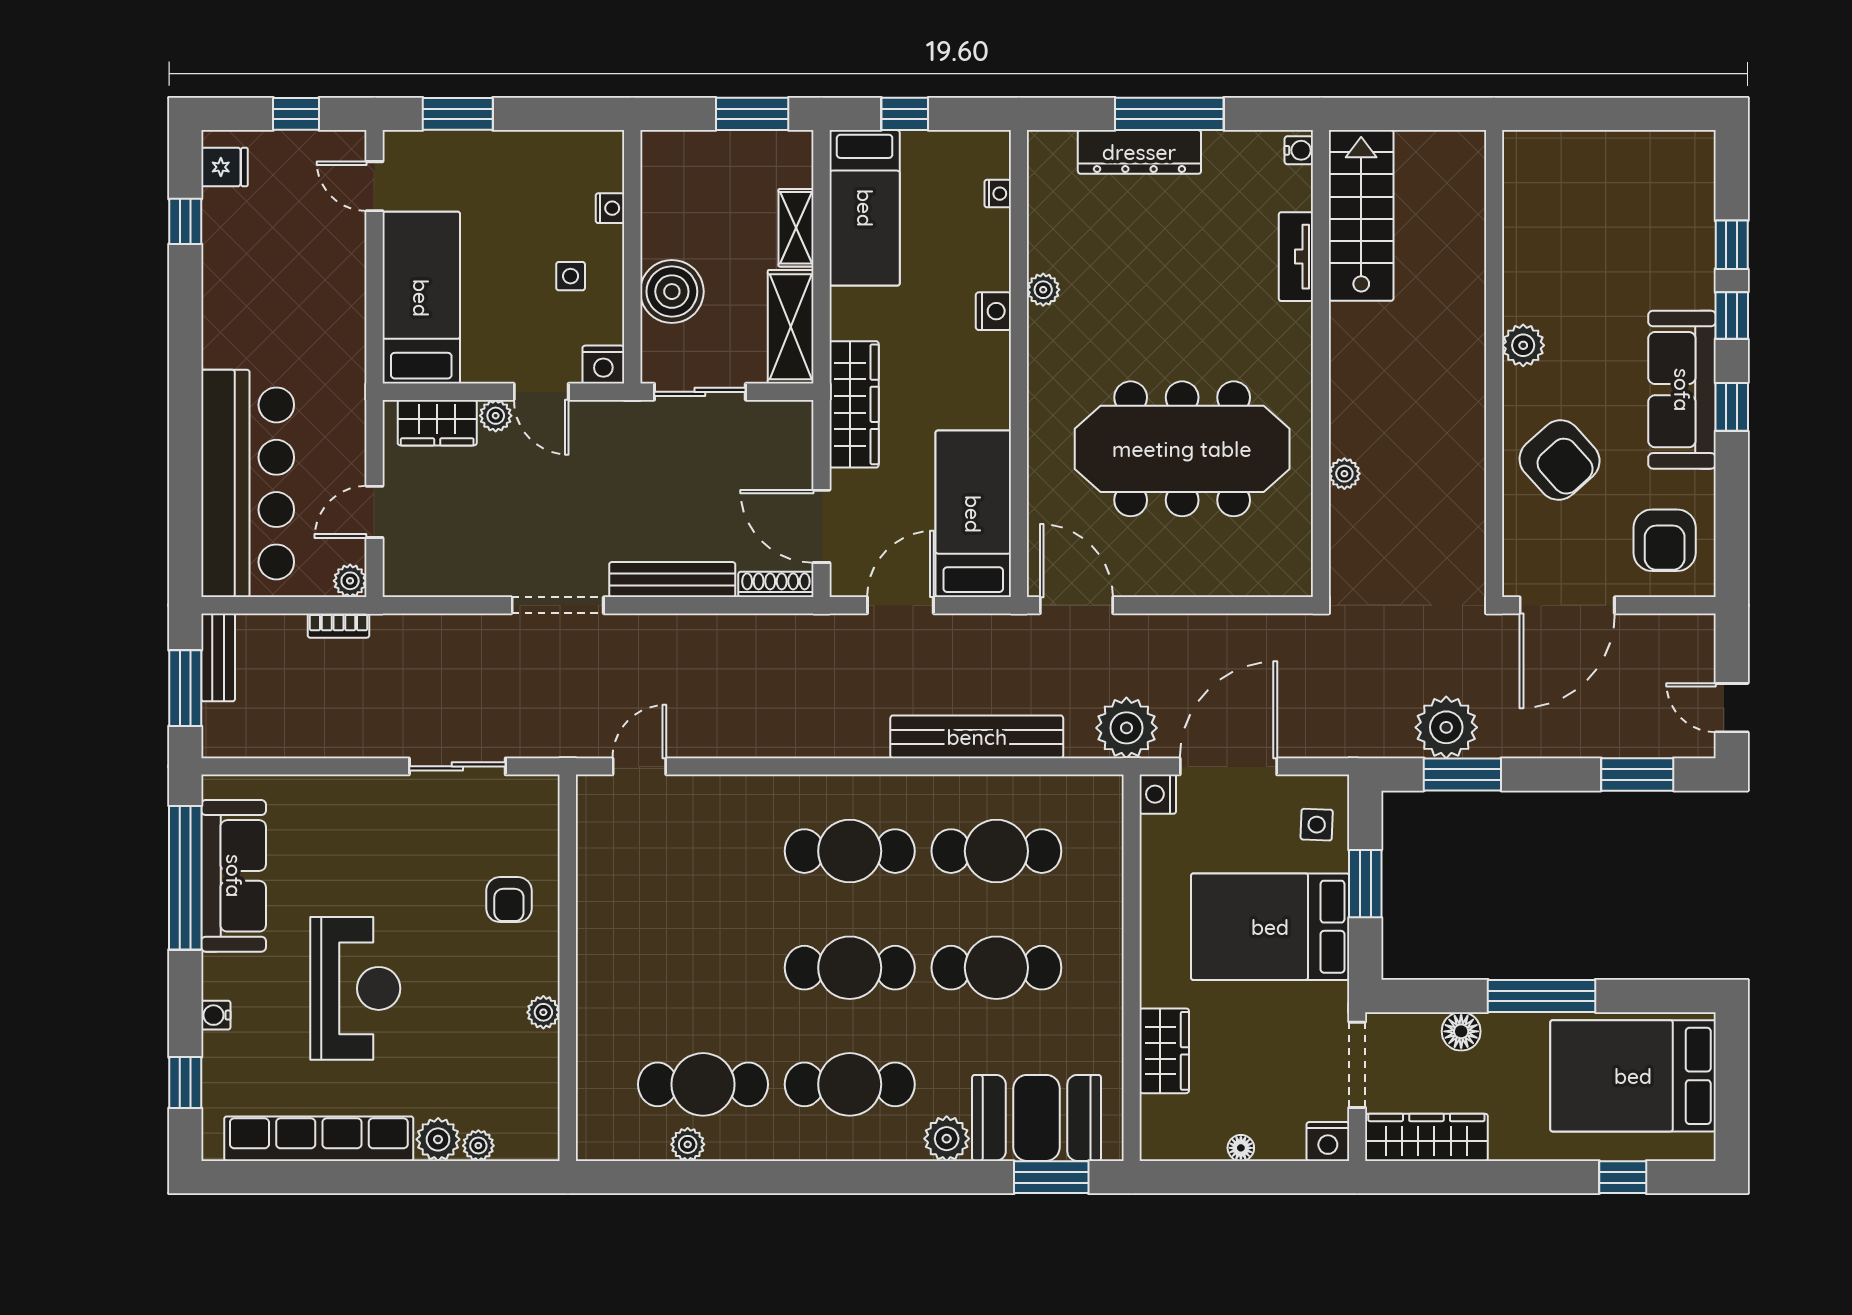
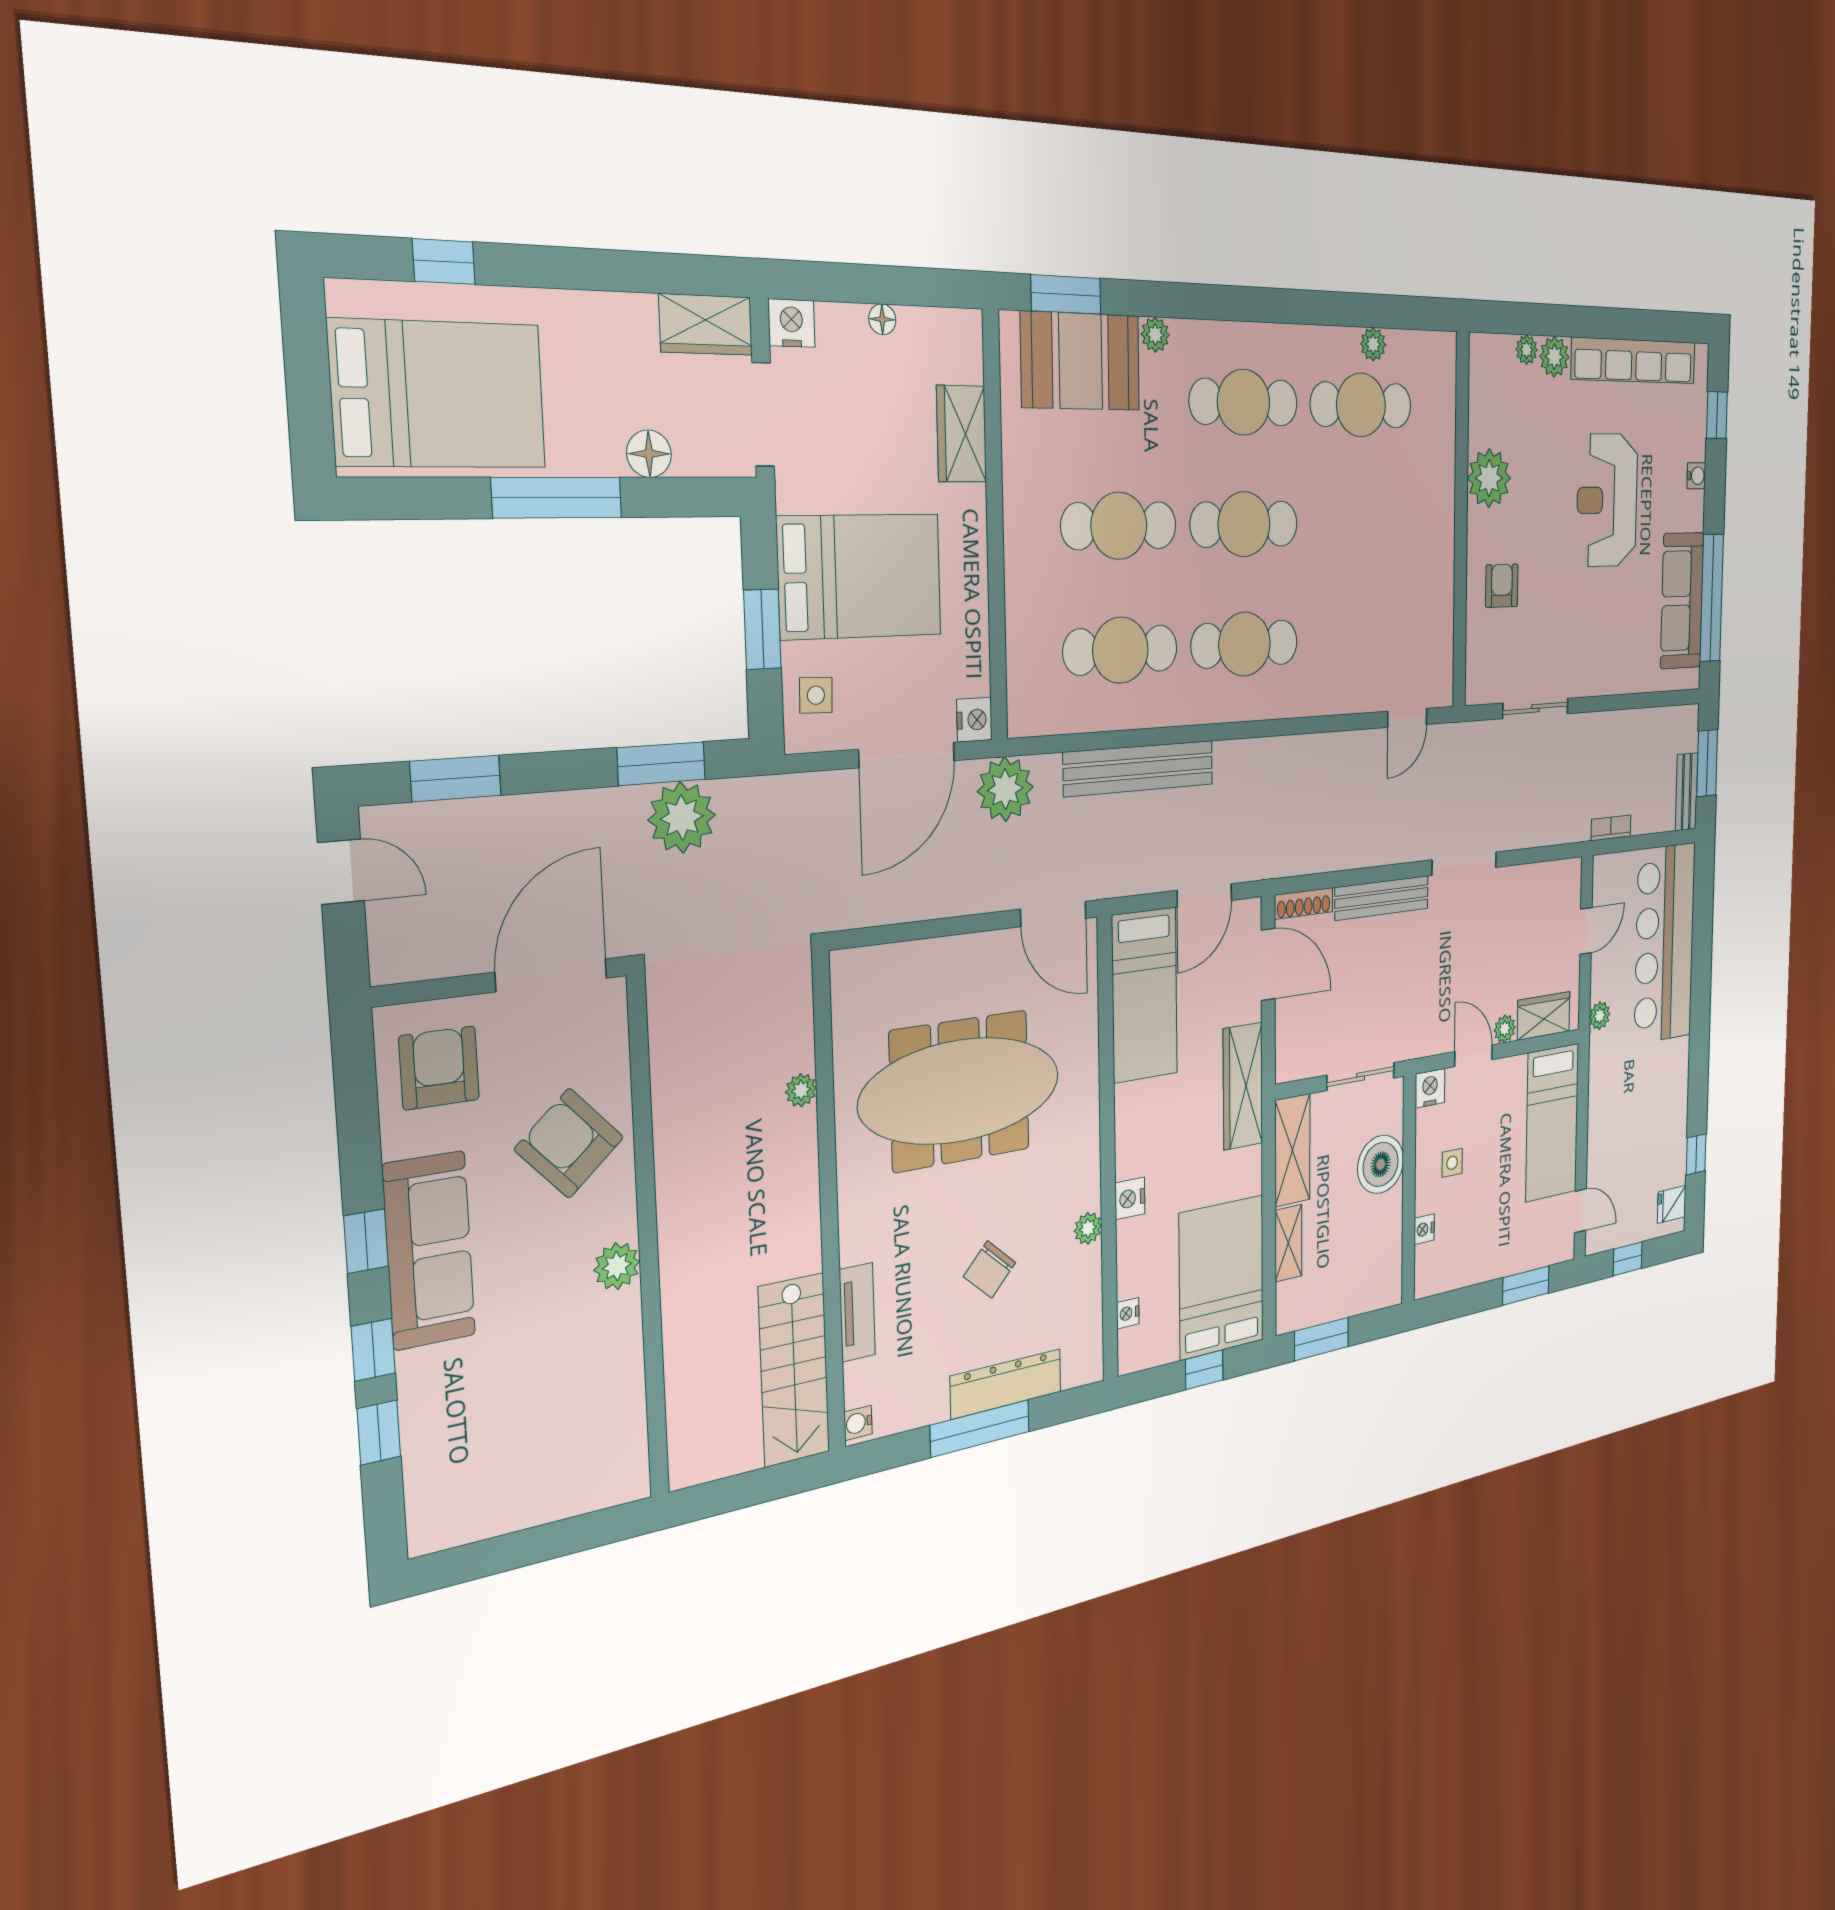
bed: (865, 208) -> (1222, 1277), width x1.50
chair: (1155, 270) -> (990, 1270), added
plant: (350, 581) -> (1600, 1016), moved
plant: (543, 1012) -> (1489, 478), width x1.87, depth x1.87
wardrobe: (1426, 1137) -> (706, 325), width x0.67
plant: (947, 1139) -> (1155, 335), width x0.73, depth x0.73

